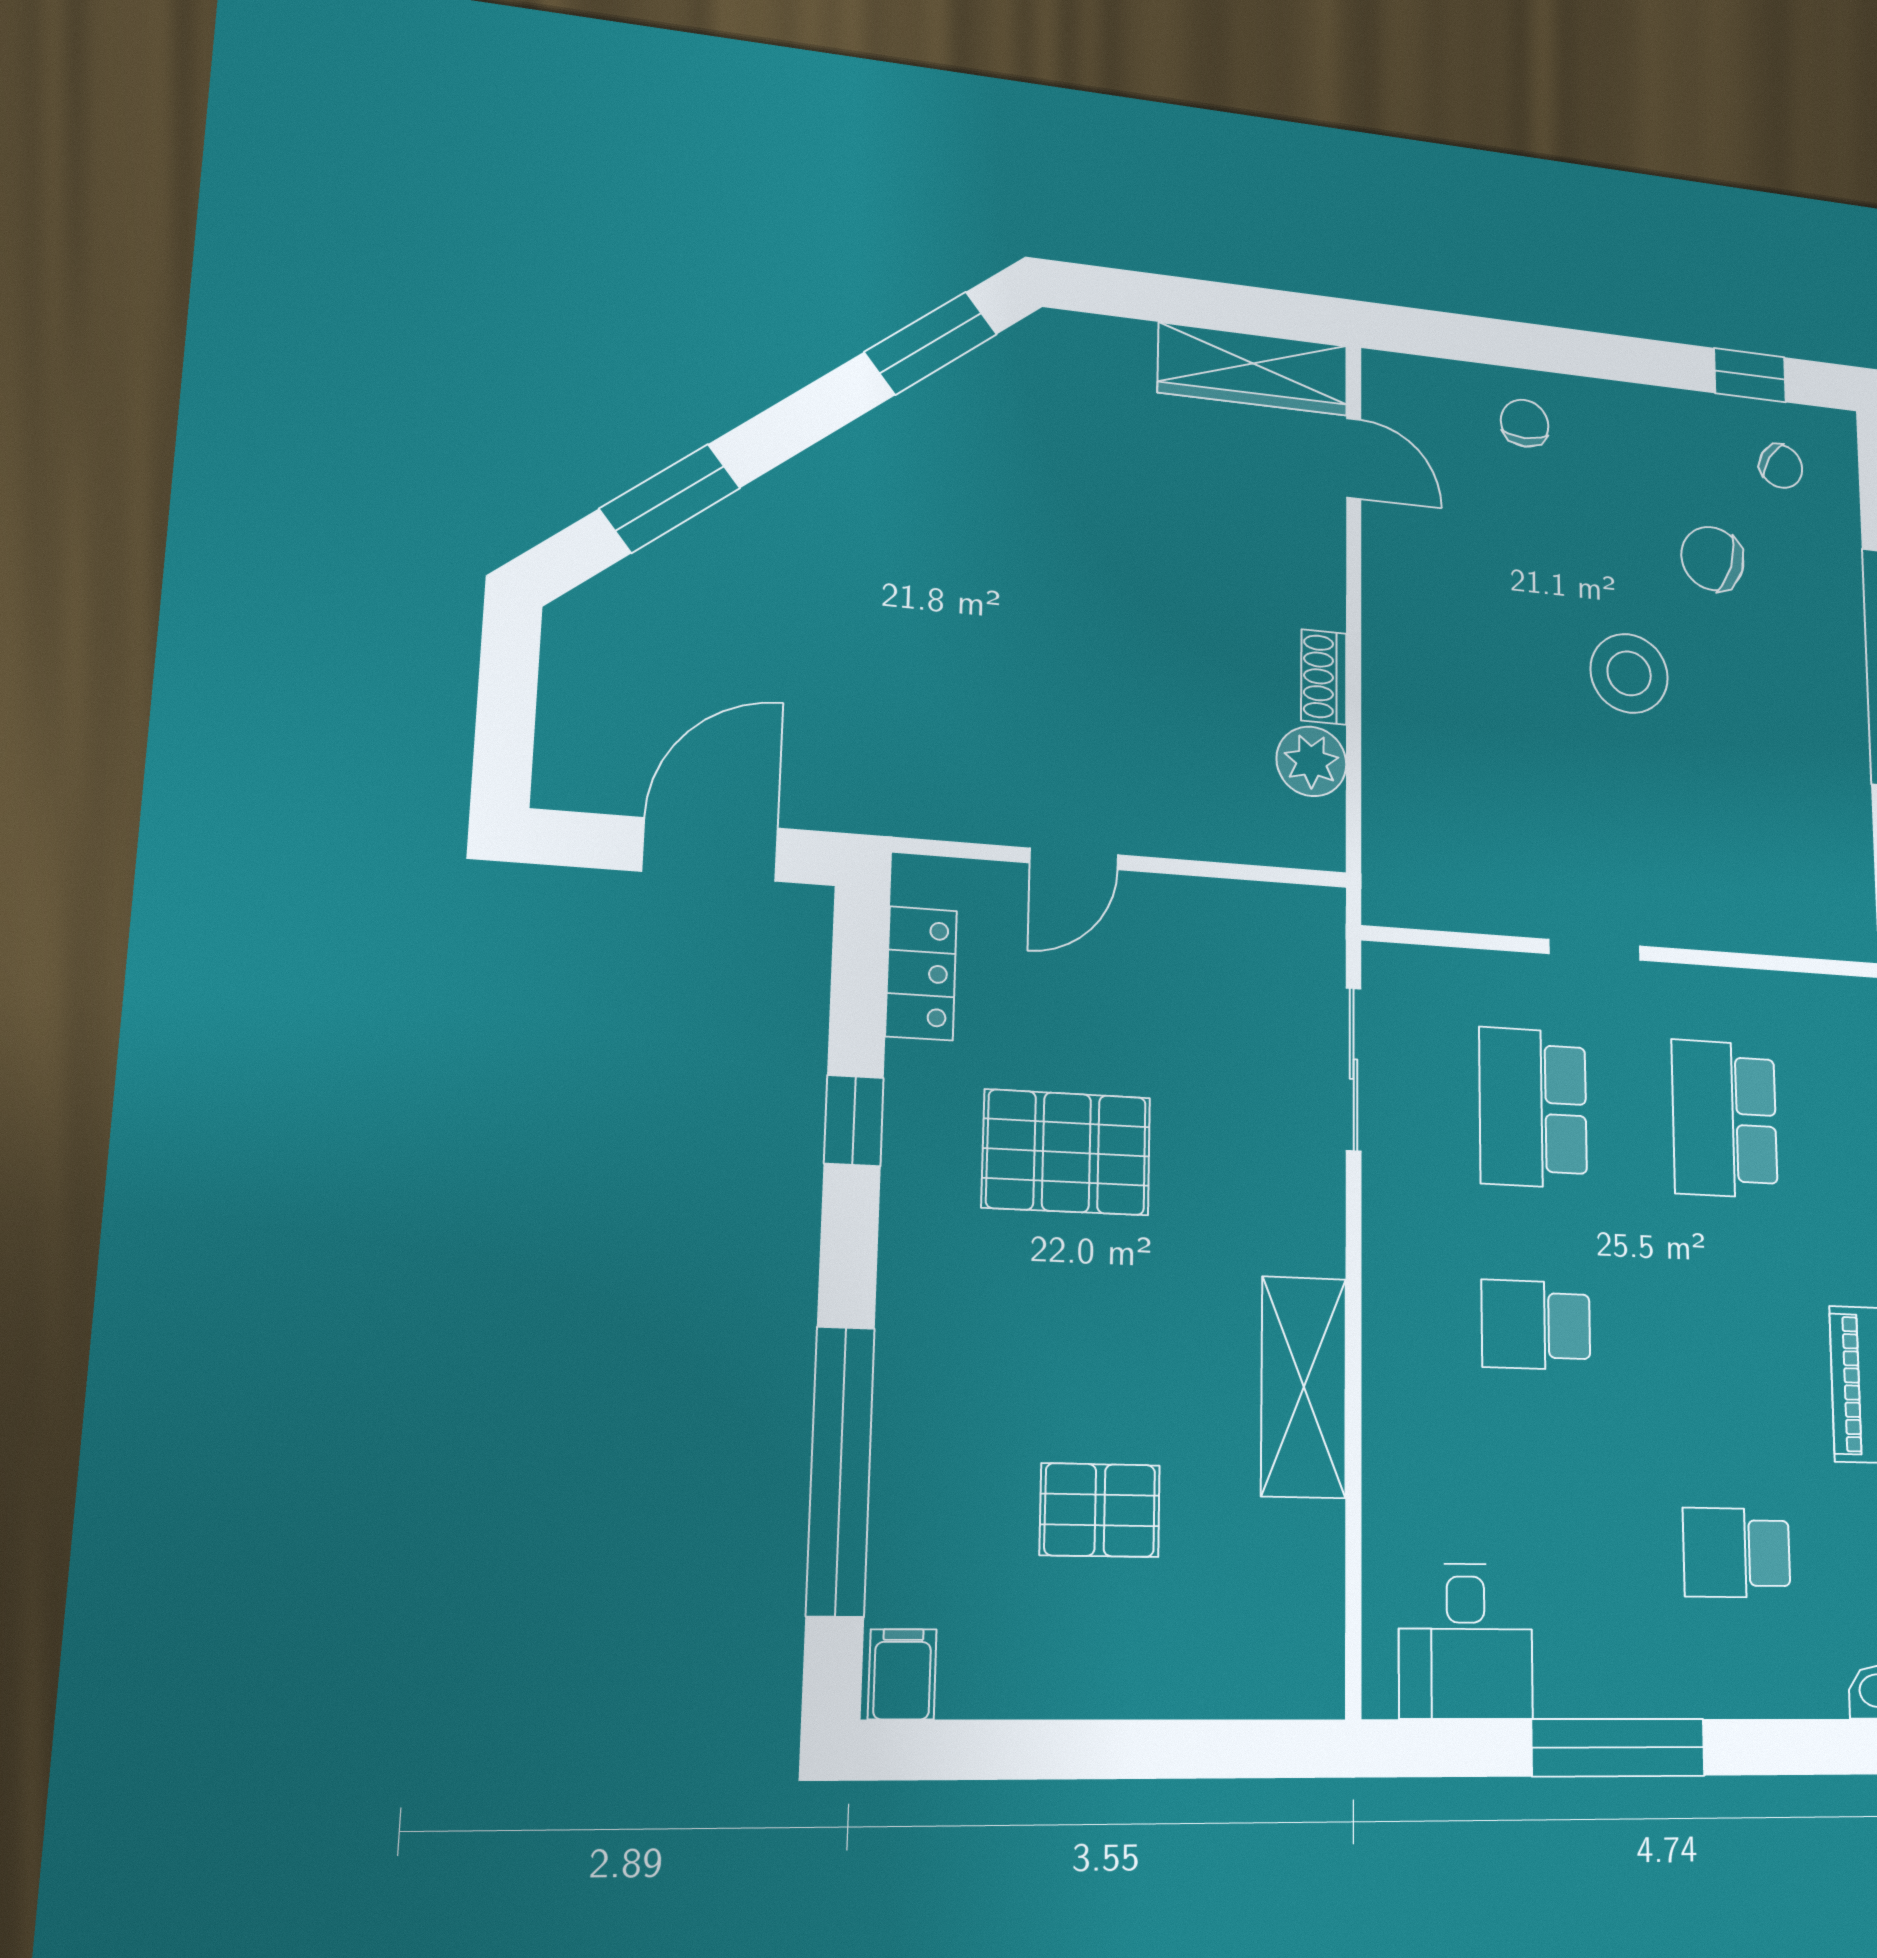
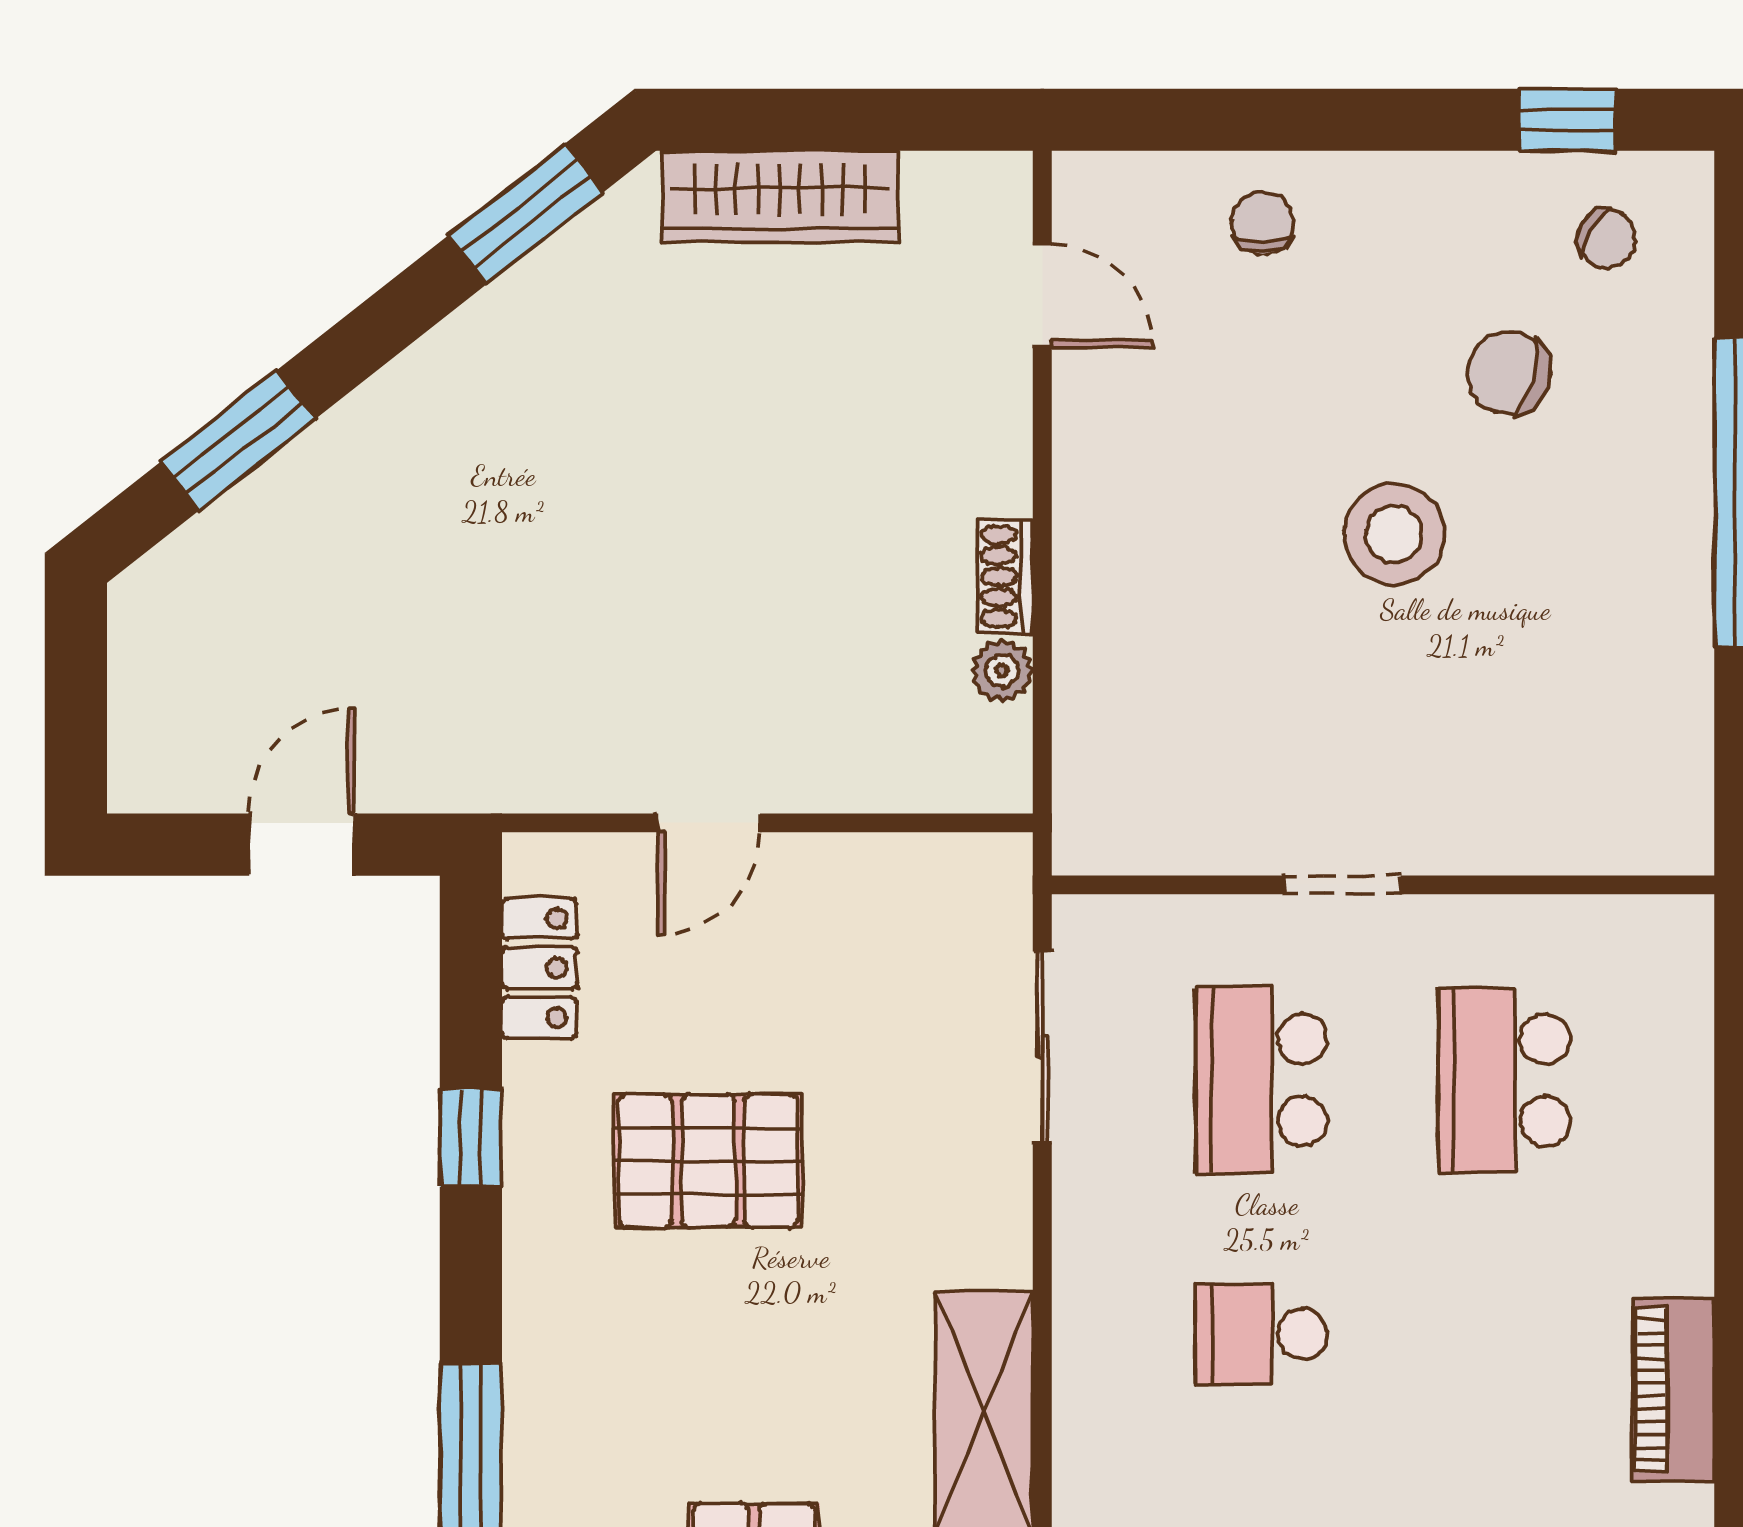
wardrobe: (1253, 369) -> (780, 196), moved
plant: (1311, 761) -> (1002, 670), width x0.73, depth x0.73
door: (710, 850) -> (302, 845), width x0.73

